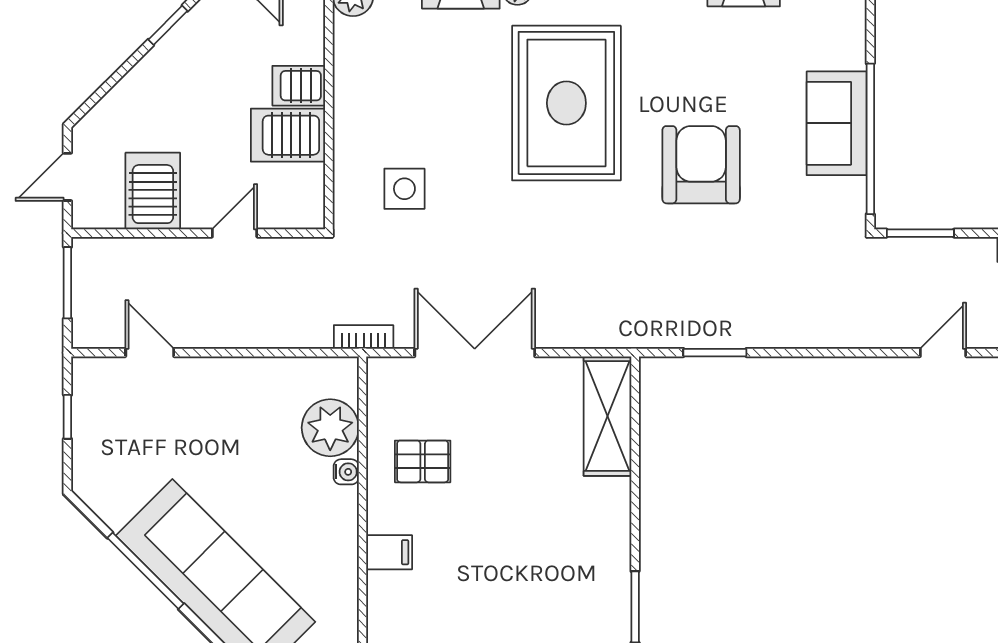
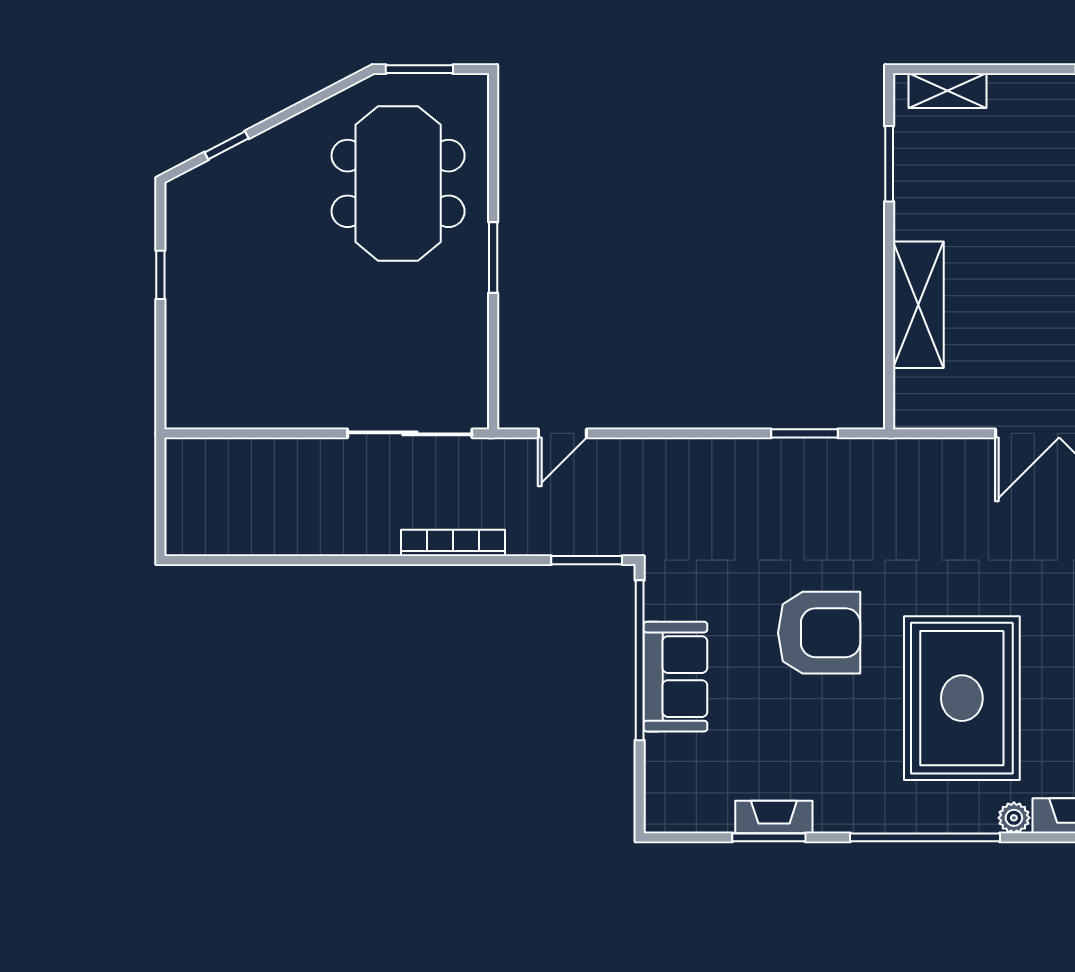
armchair: (701, 165) -> (819, 633), turned -90
shelving: (607, 416) -> (918, 305), moved

